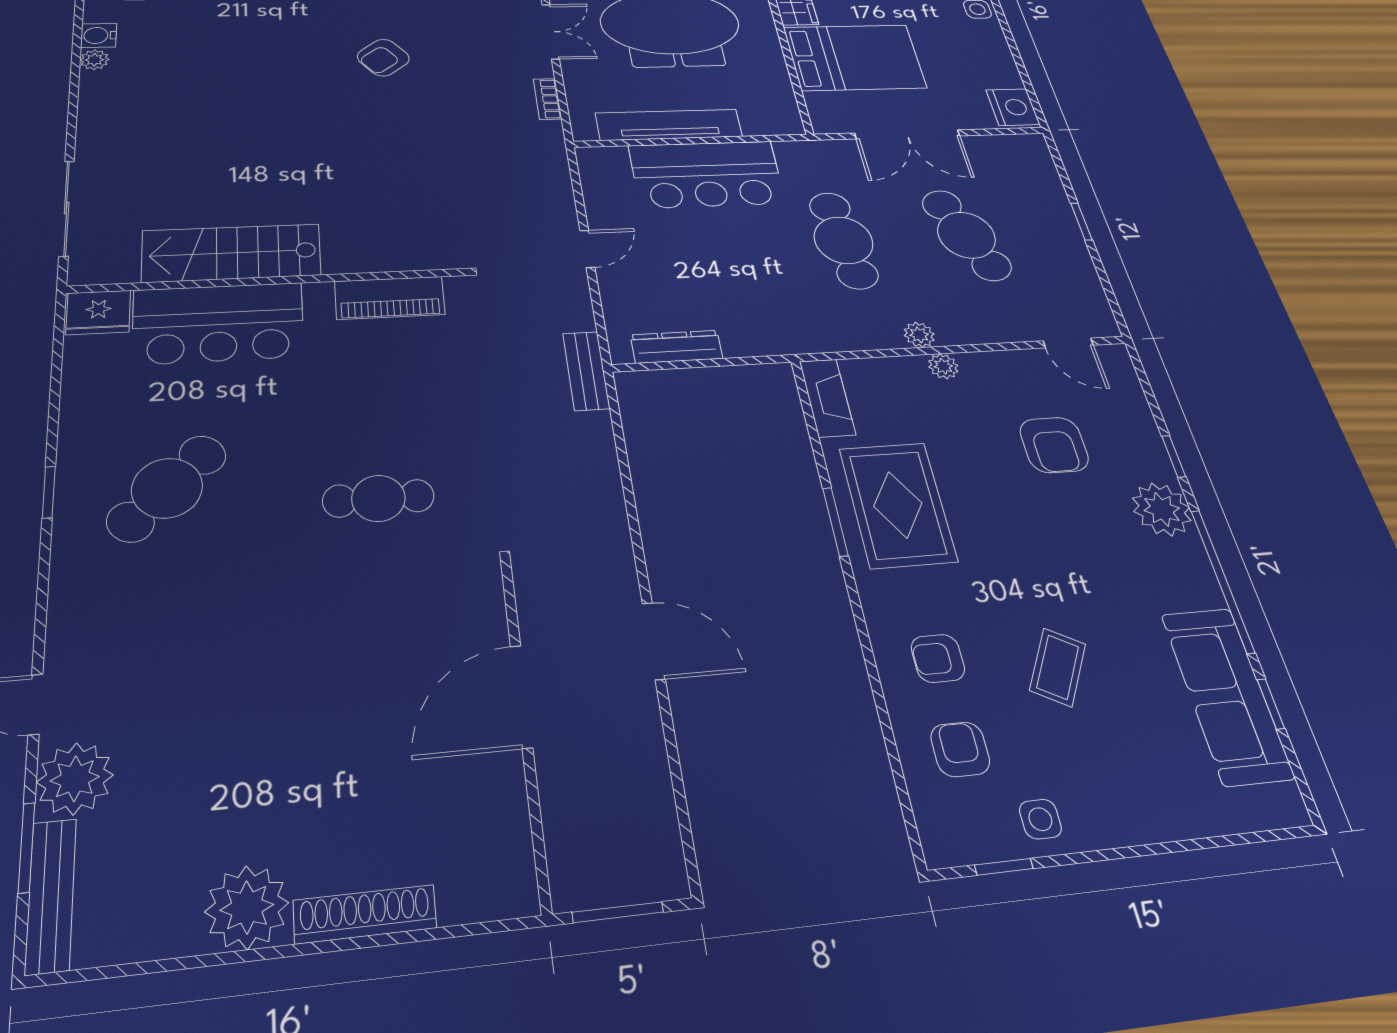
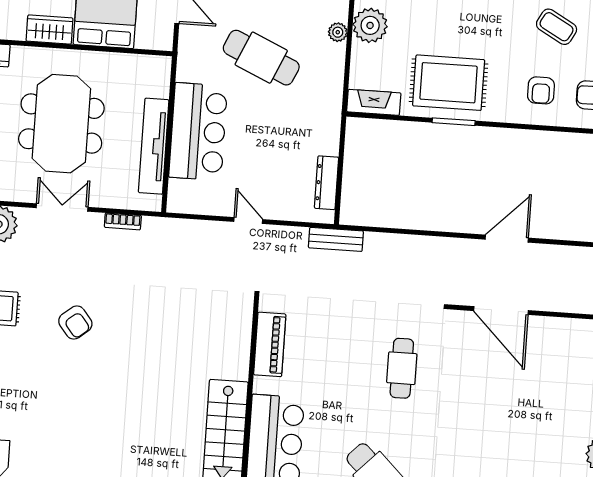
cafe table: (843, 240) -> (261, 58), turned 30
plant: (943, 366) -> (370, 25), width x1.88, depth x1.88
door: (521, 696) -> (501, 311), moved

